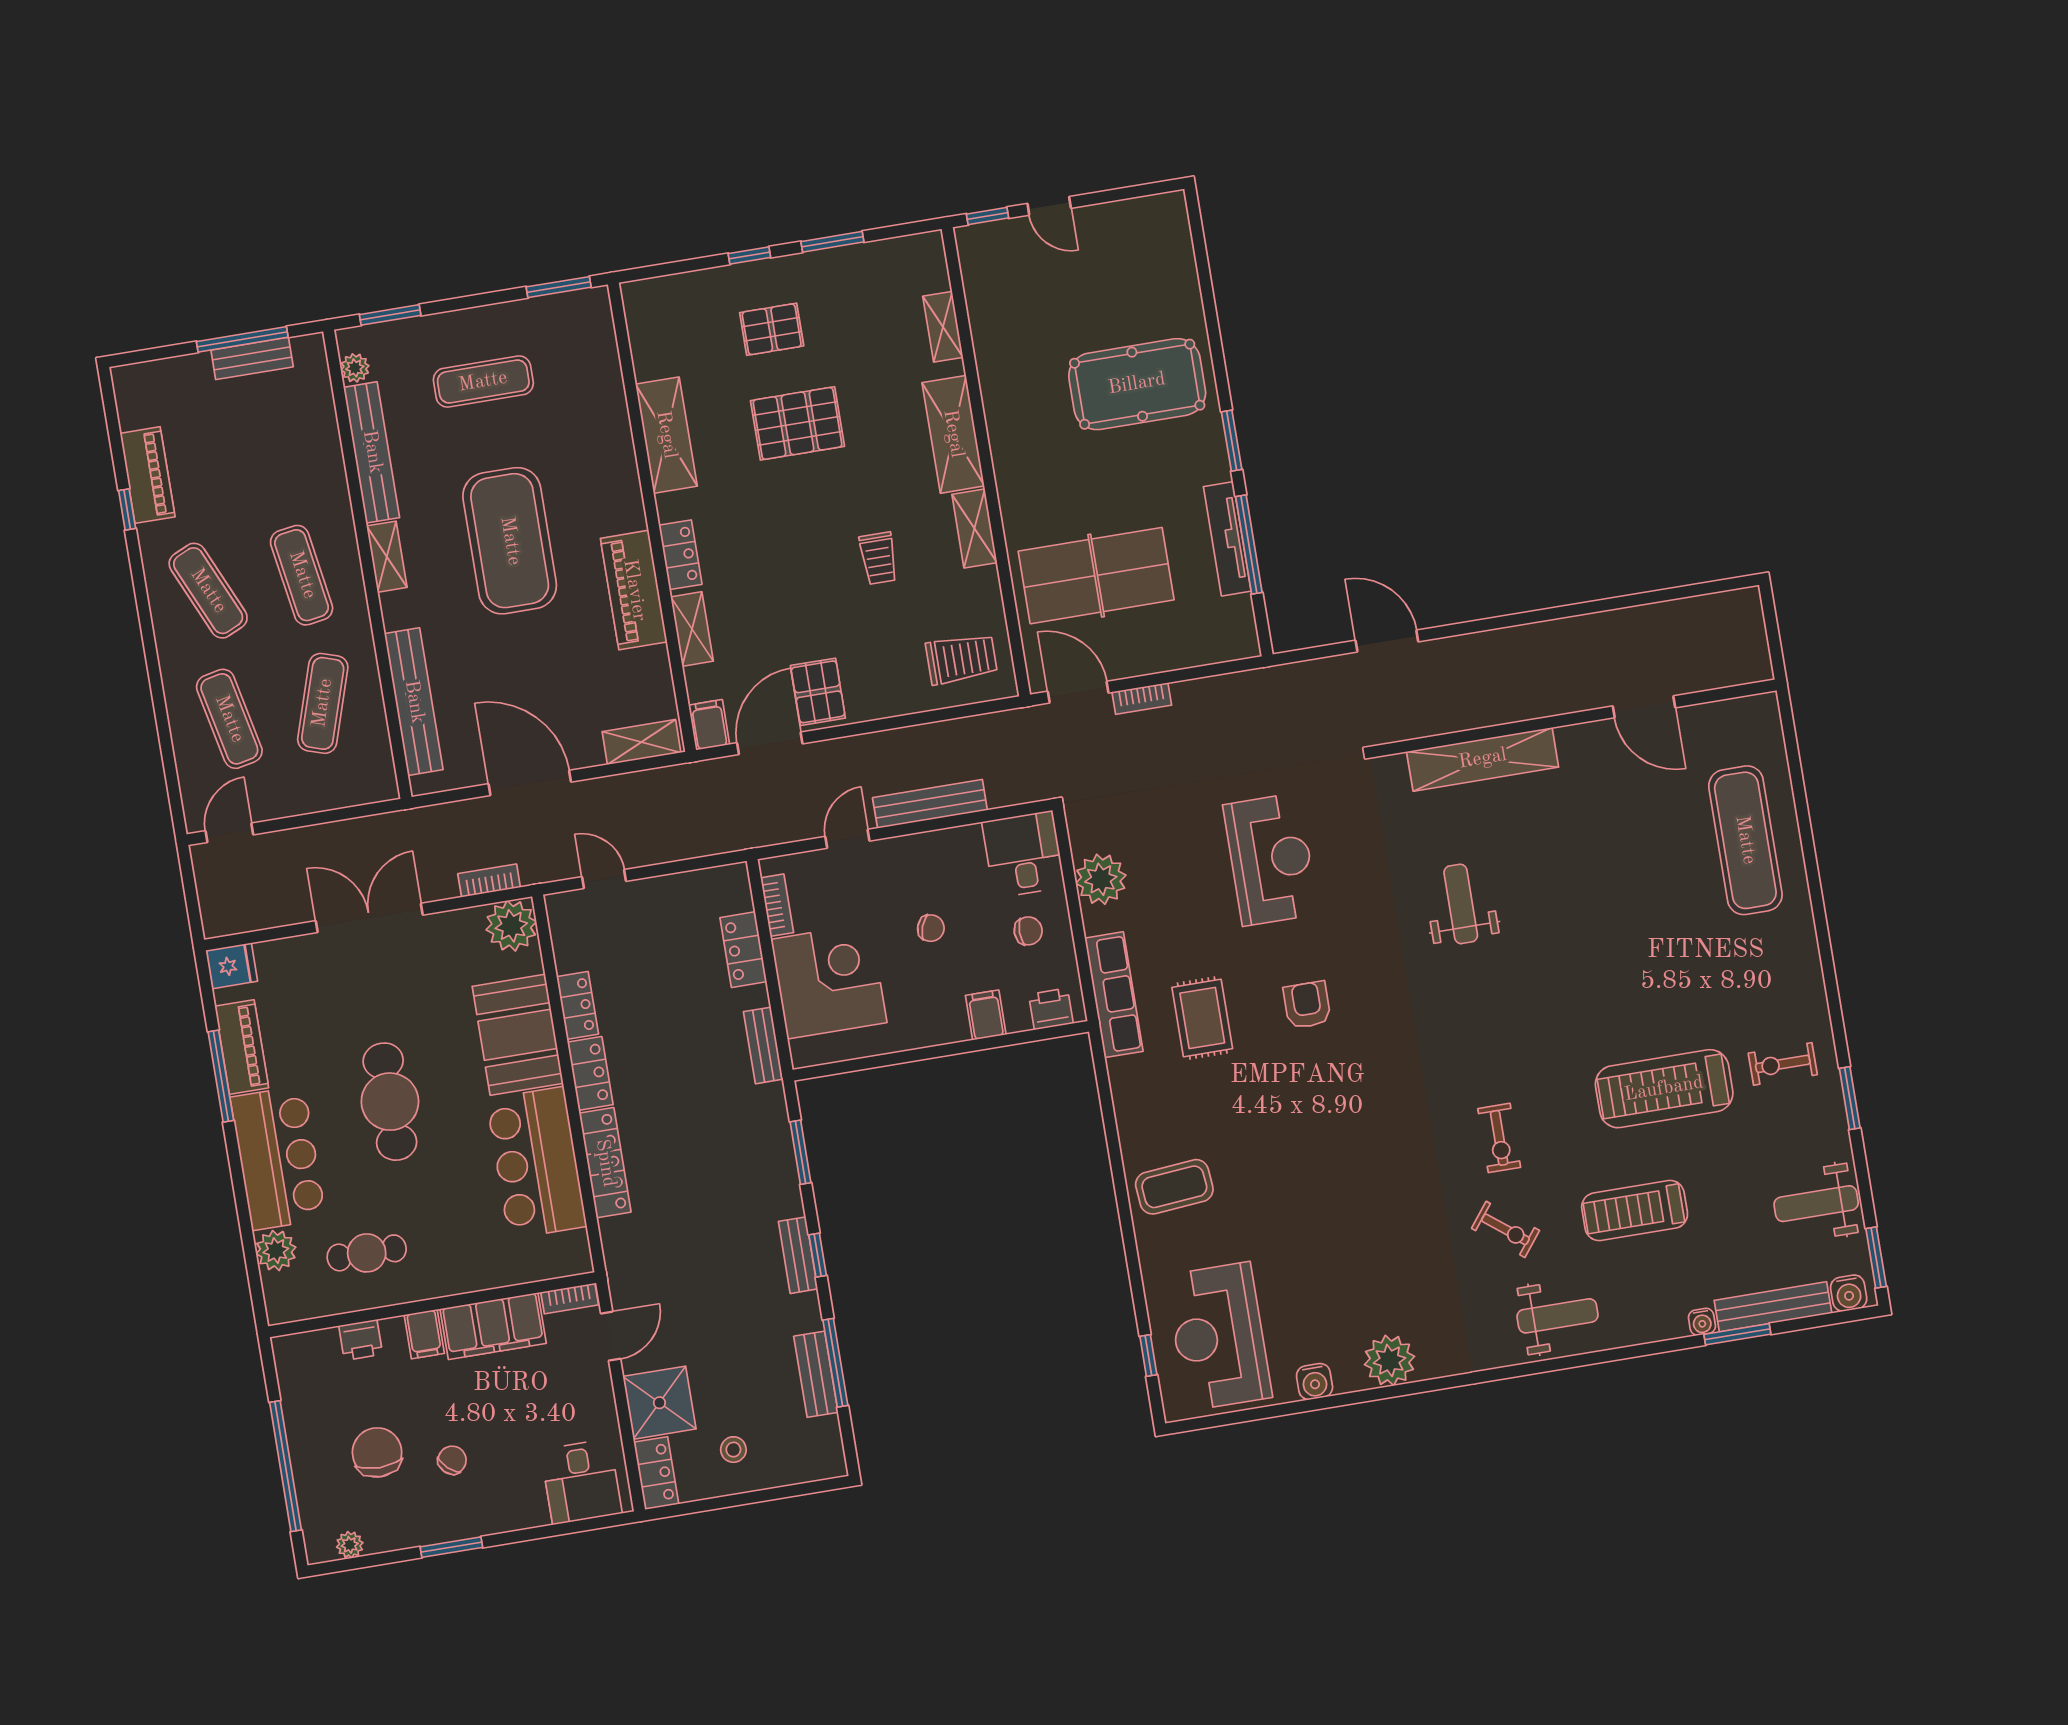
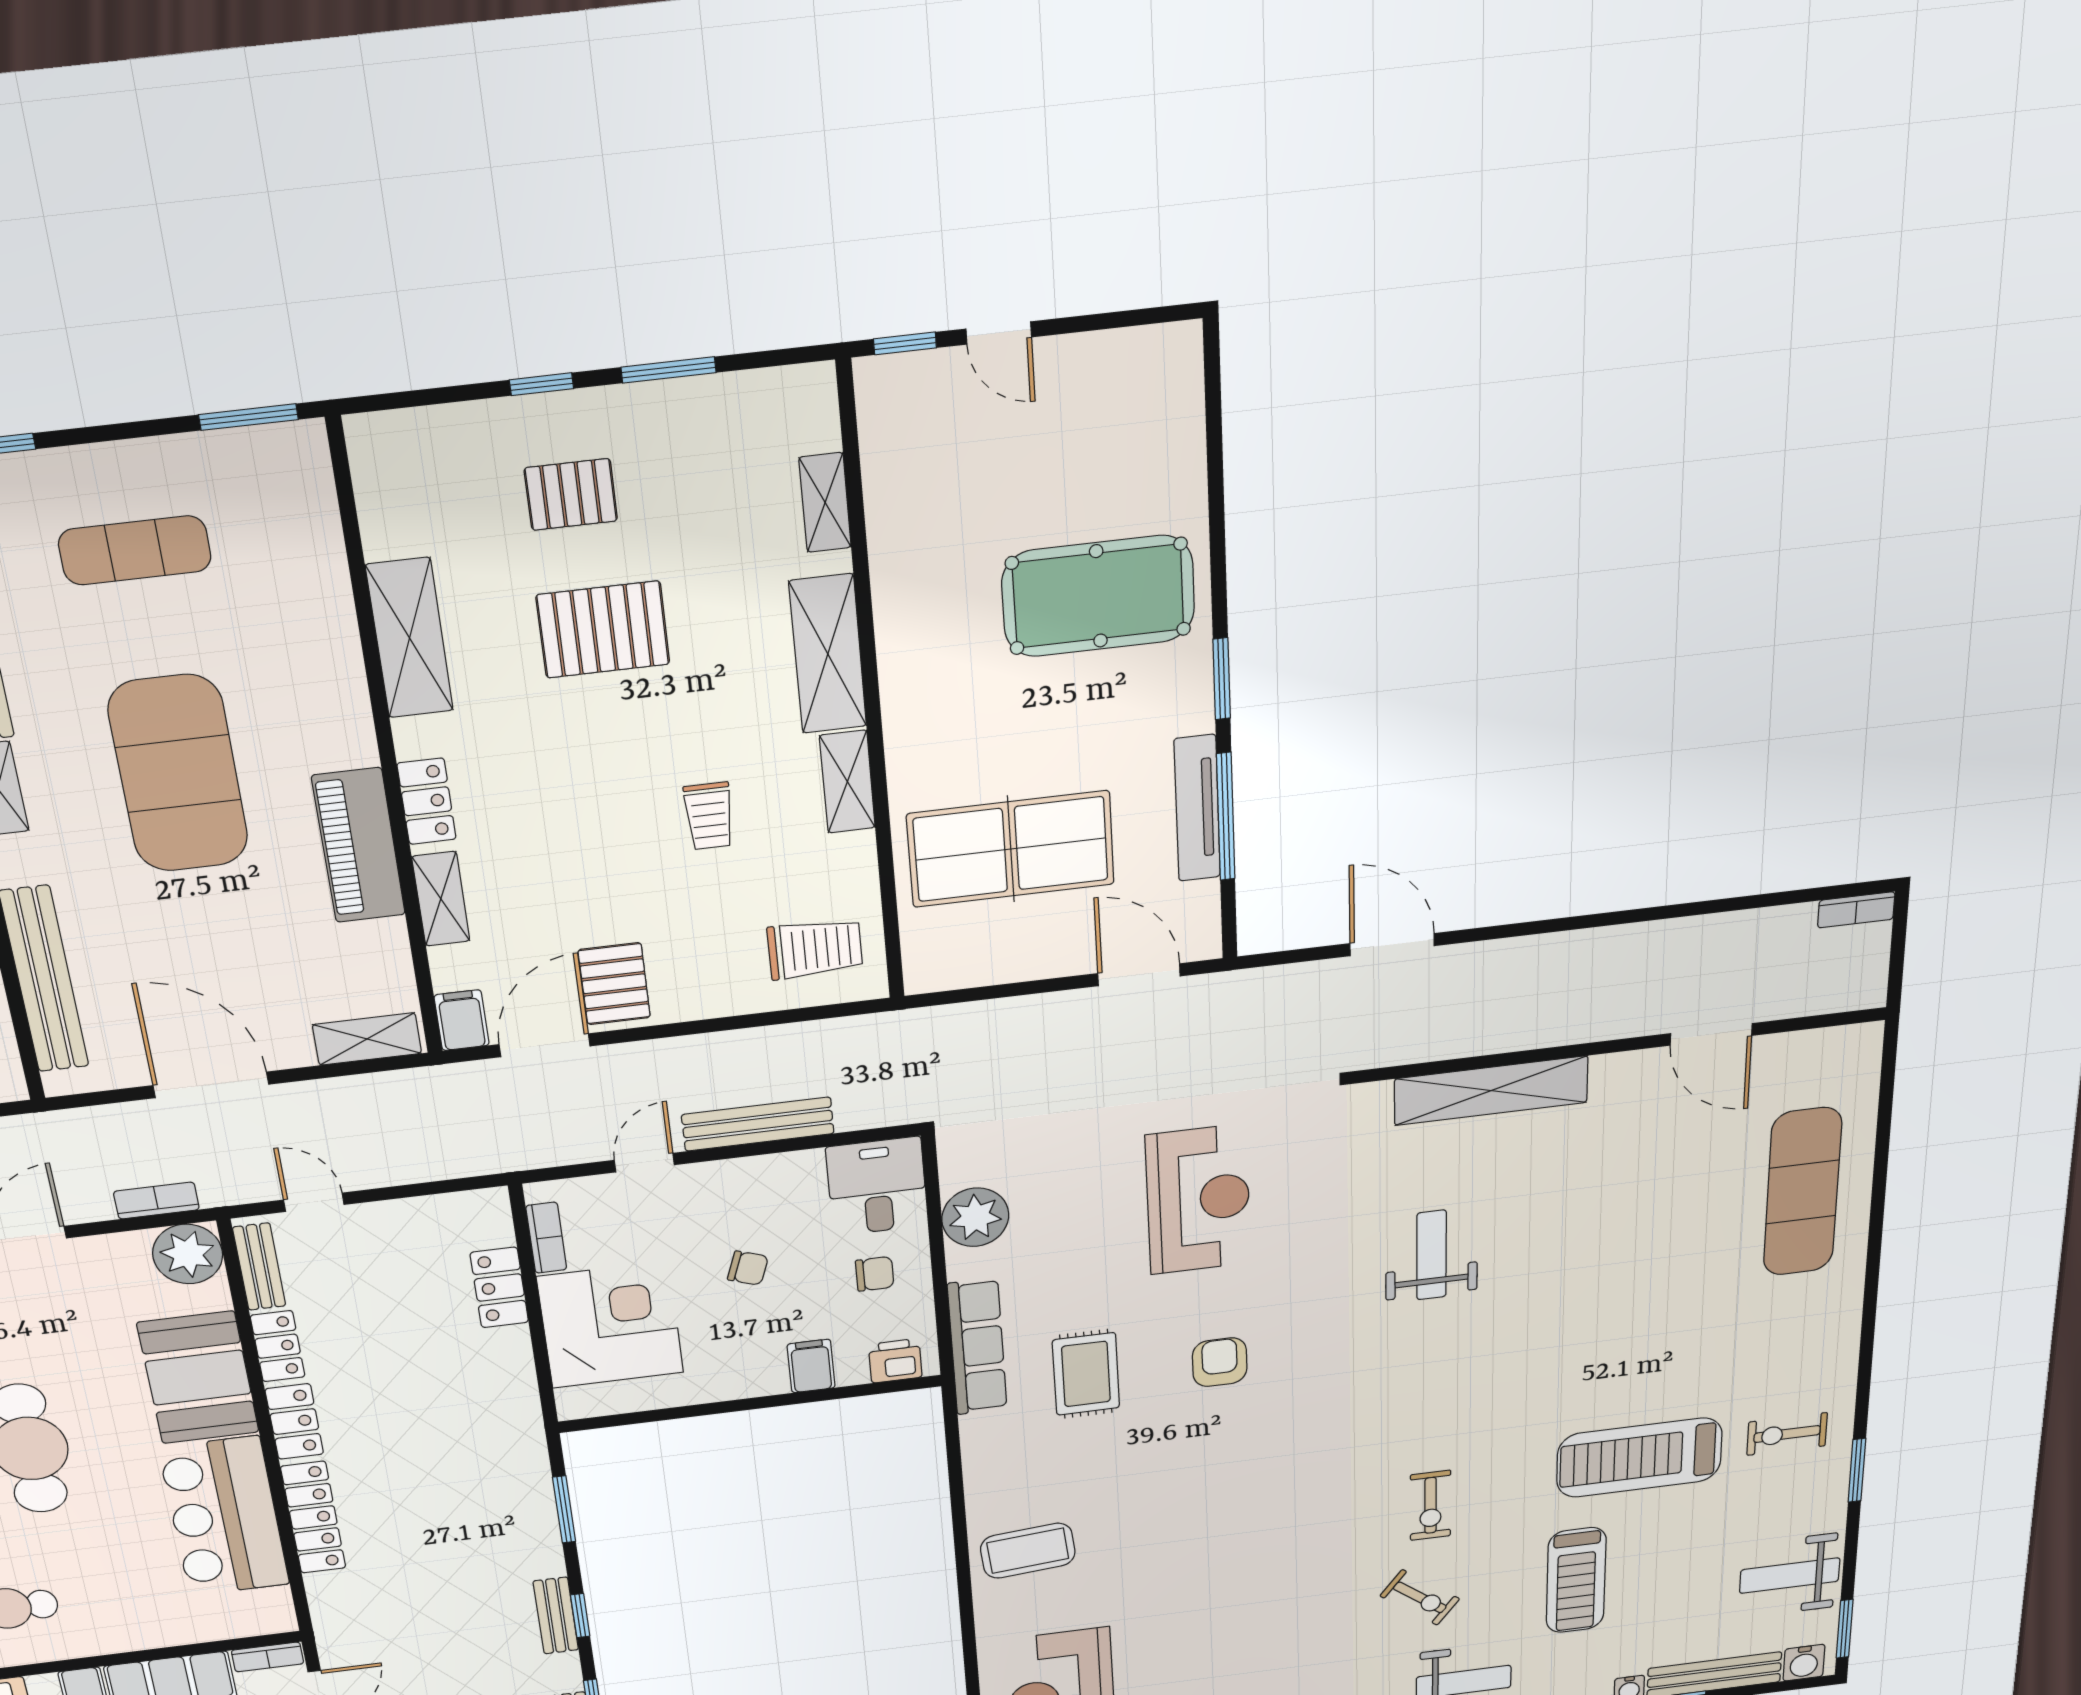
door: (1078, 692) -> (1139, 975), moved
bookcase: (1142, 699) -> (1856, 910), moved
bench: (763, 1045) -> (259, 1267), moved
treadmill: (1635, 1211) -> (1576, 1580), turned -90

